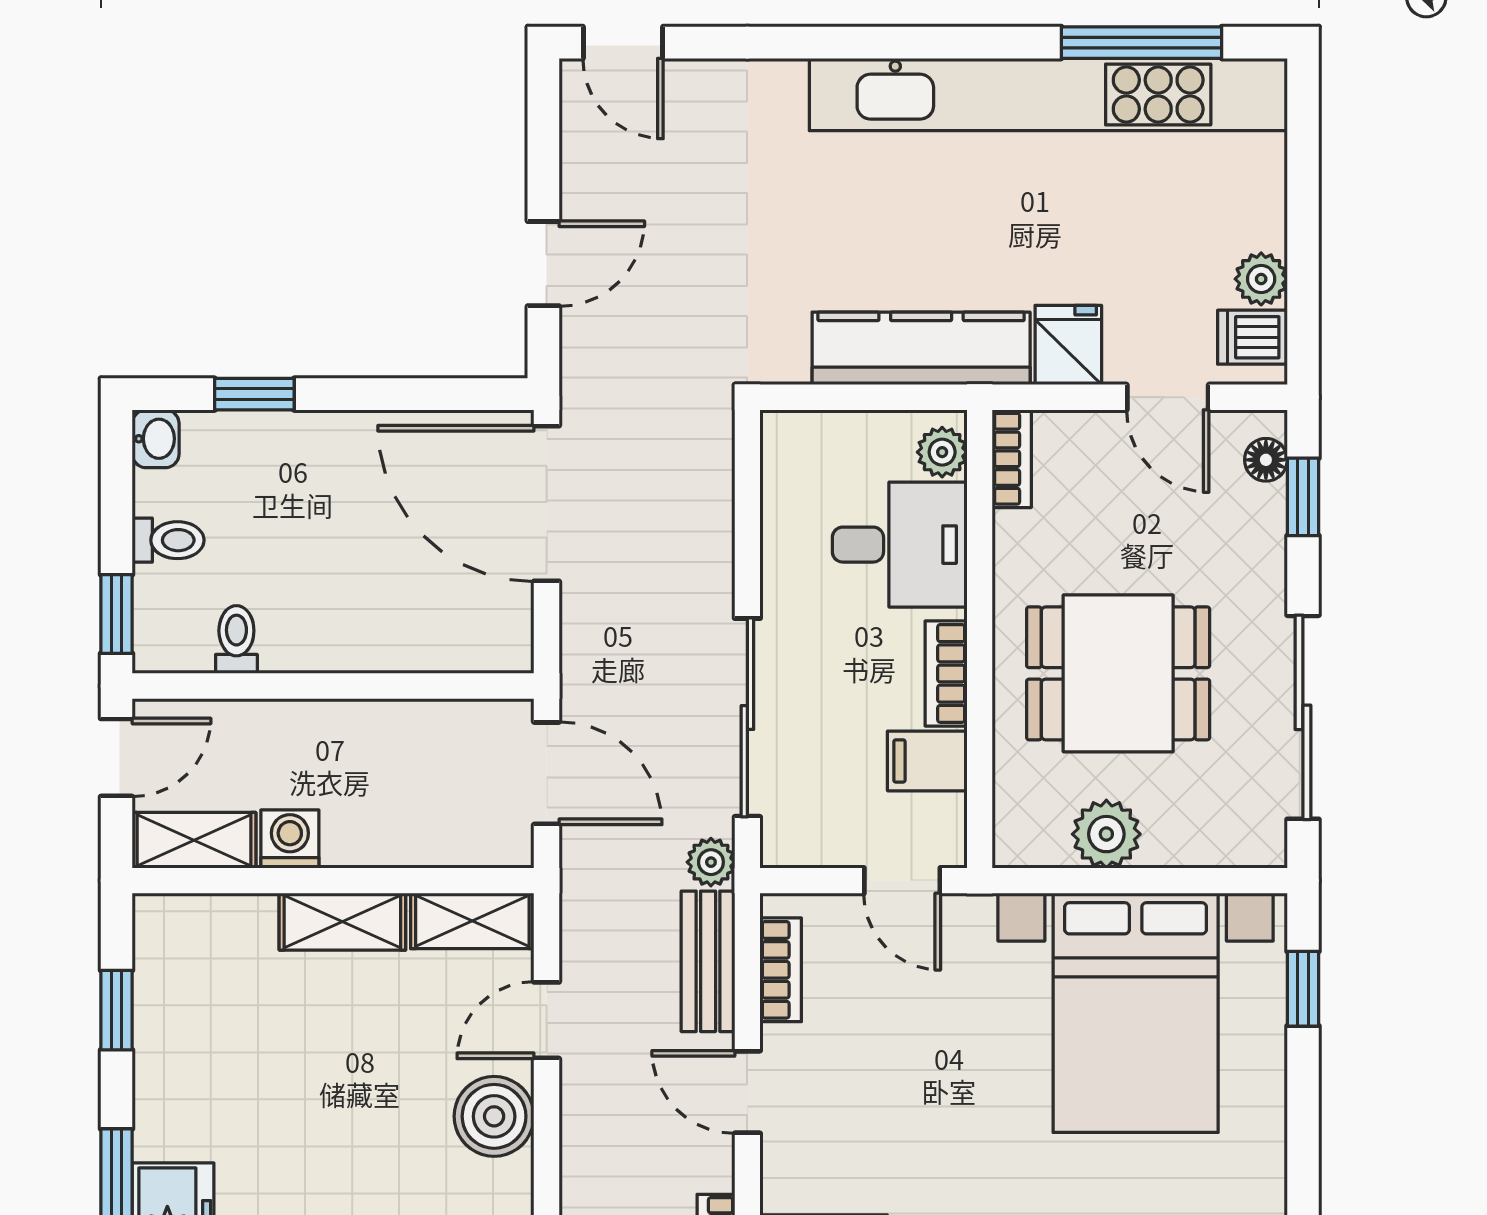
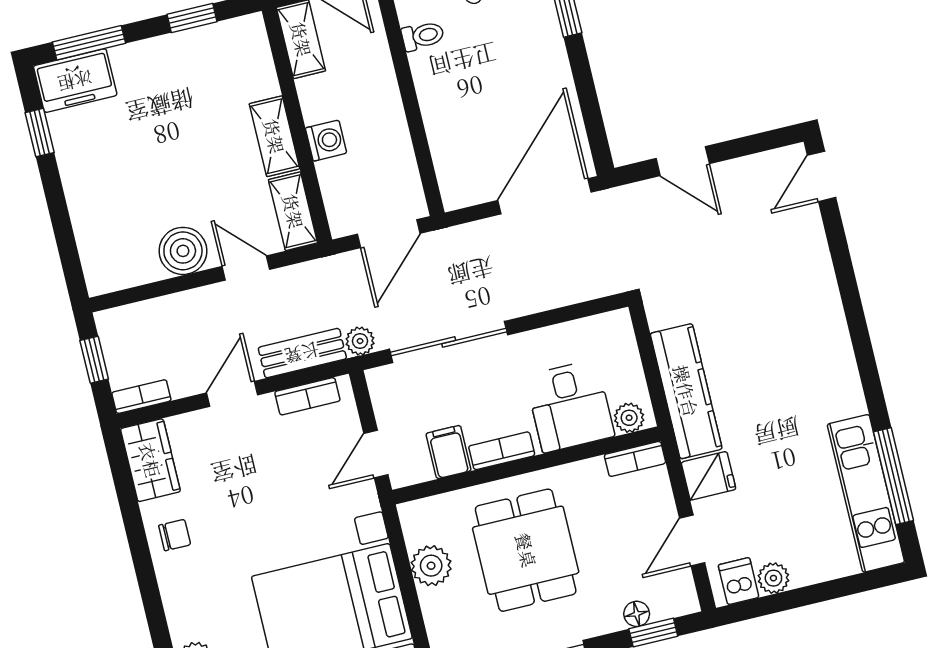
kitchen unit: (1048, 94) -> (866, 493), width x0.54
floor lamp: (1266, 460) -> (637, 614), moved
washing machine: (290, 839) -> (326, 141), moved

